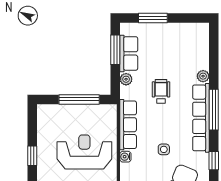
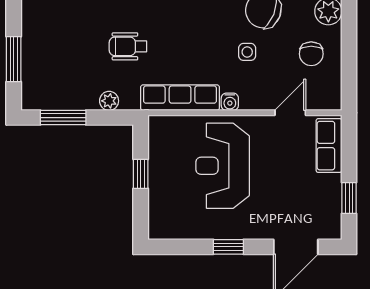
row of seats: (129, 53) -> (69, 97), removed
window: (79, 99) -> (141, 174), width x0.46
side table: (164, 149) -> (247, 52), moved

